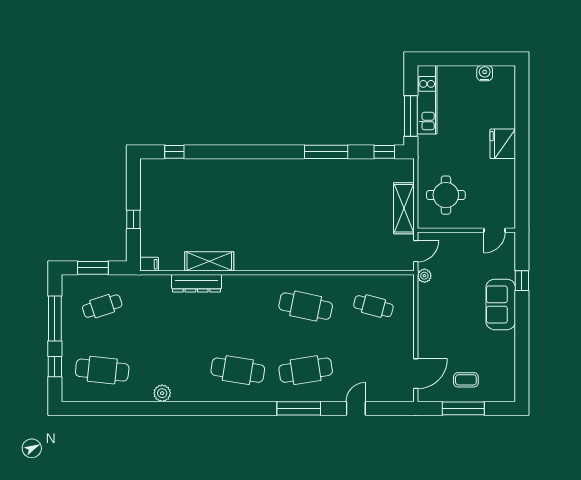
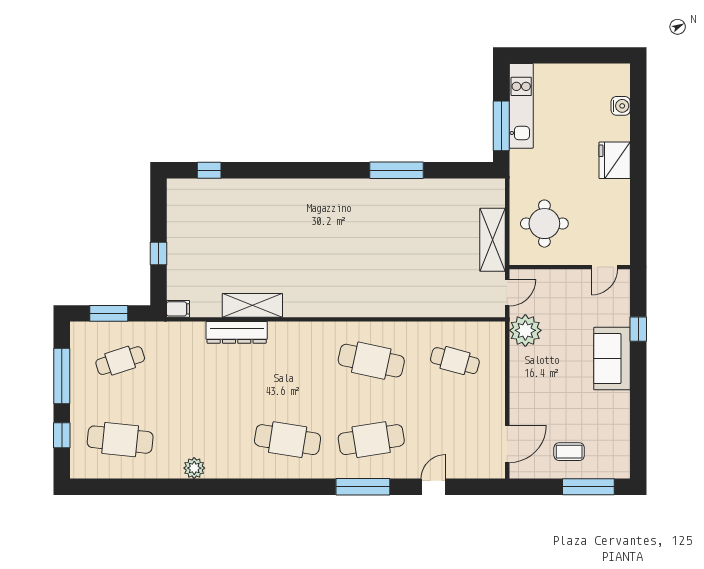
water cooler: (485, 73) -> (621, 106), moved, turned 90
window: (384, 152) -> (468, 170), removed
plant: (424, 276) -> (525, 330), width x1.87, depth x1.87
window: (463, 408) -> (588, 487), moved

